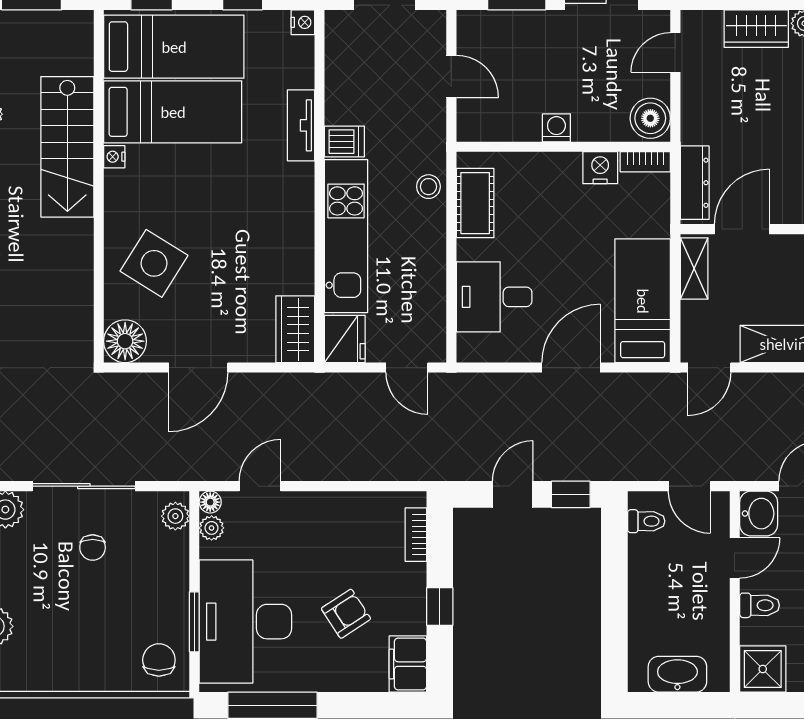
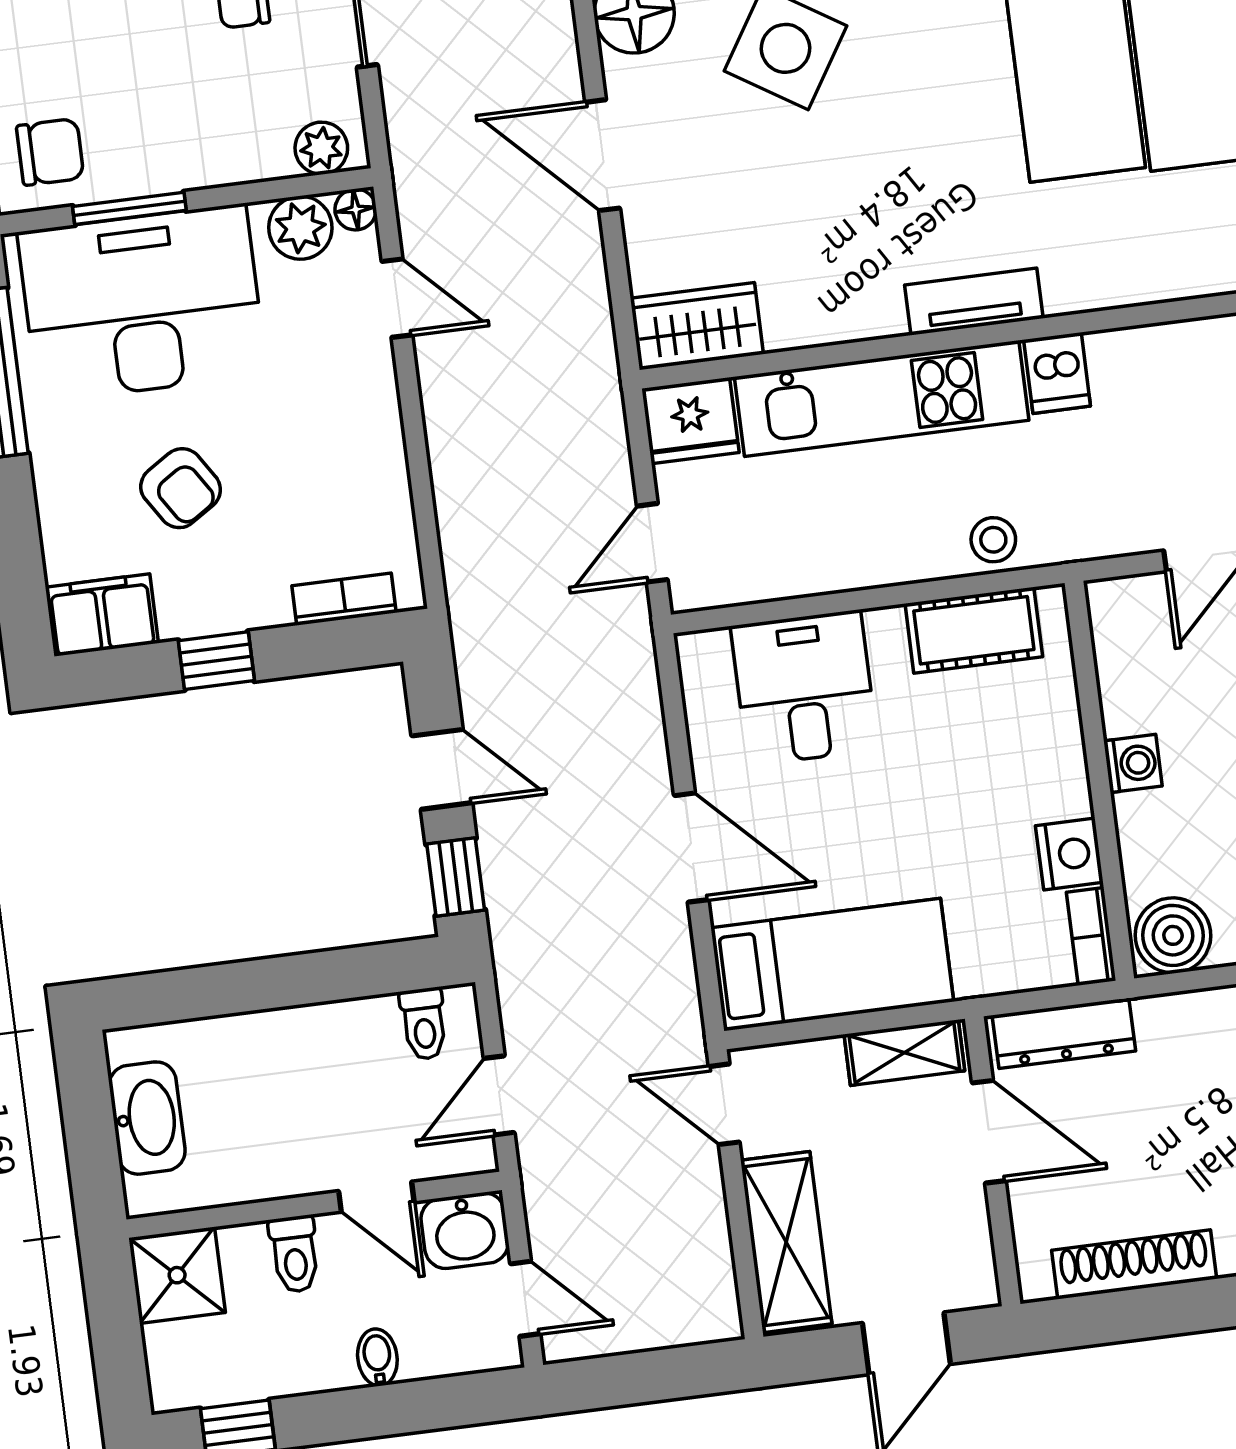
tv unit: (301, 125) -> (974, 302), moved
plant: (212, 528) -> (300, 228), width x1.38, depth x1.38

